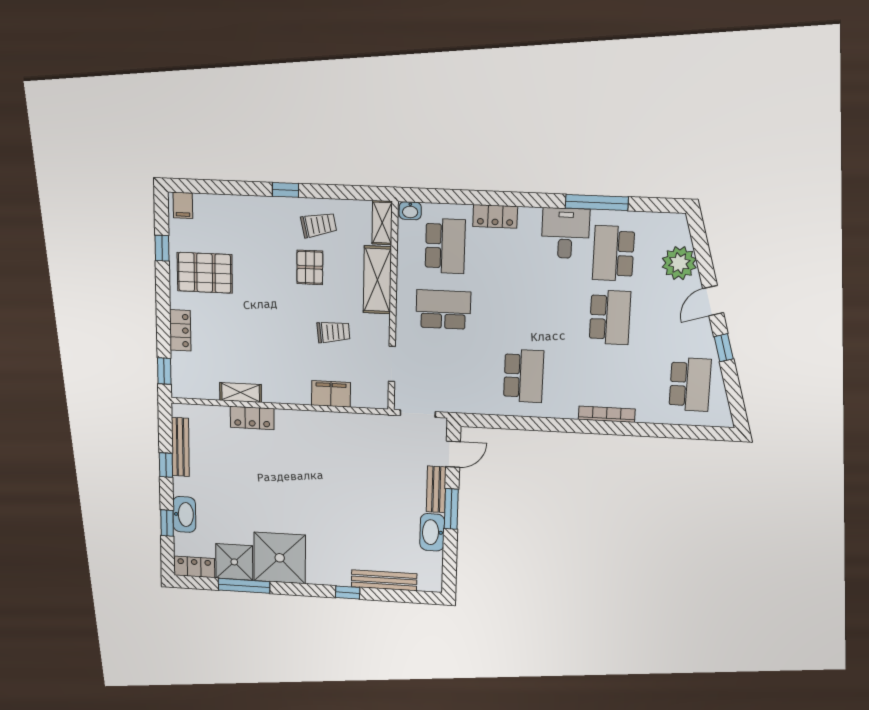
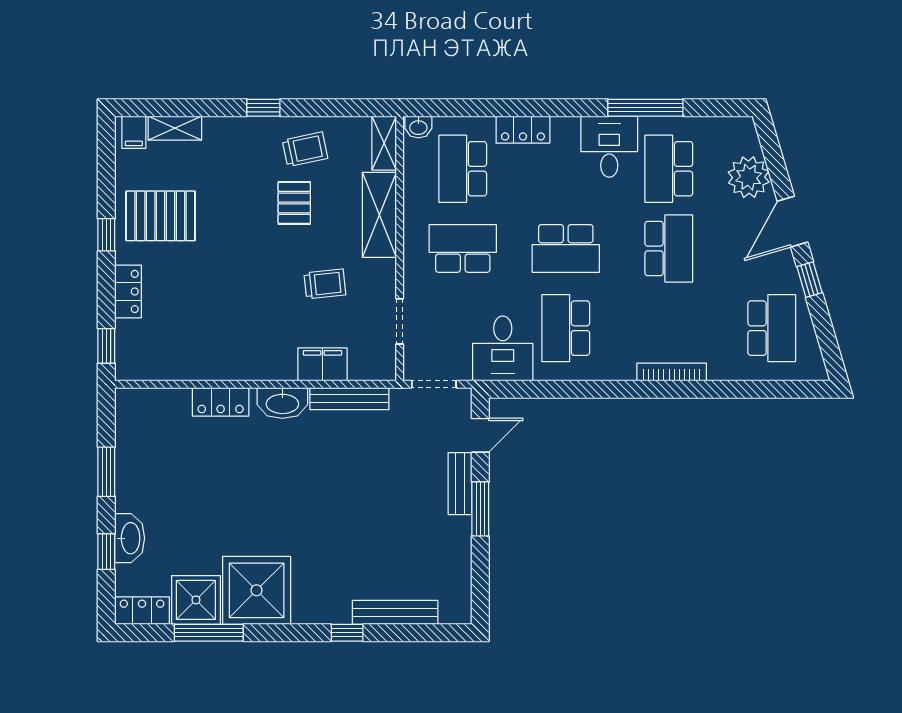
school desk: (445, 246) -> (463, 169), turned 180
window: (162, 248) -> (106, 235), moved
door: (713, 301) -> (792, 222), width x1.38
school desk: (526, 313) -> (566, 248), added
school desk: (524, 376) -> (566, 328), turned 180
desk: (473, 389) -> (503, 348), added
shelving: (241, 392) -> (175, 128), moved
bench: (180, 447) -> (349, 399), moved, turned 90
window: (166, 465) -> (106, 472), width x1.50
washbasin: (432, 532) -> (282, 403), moved, turned -90

